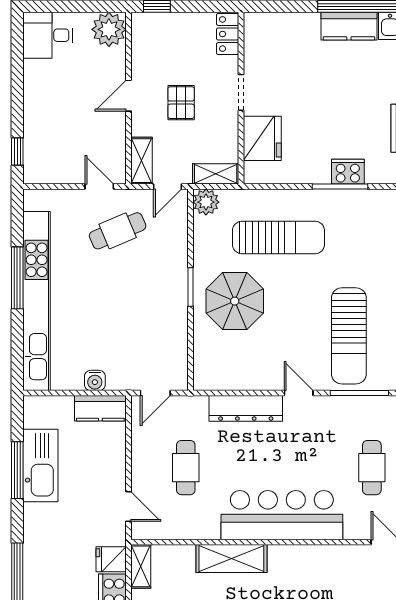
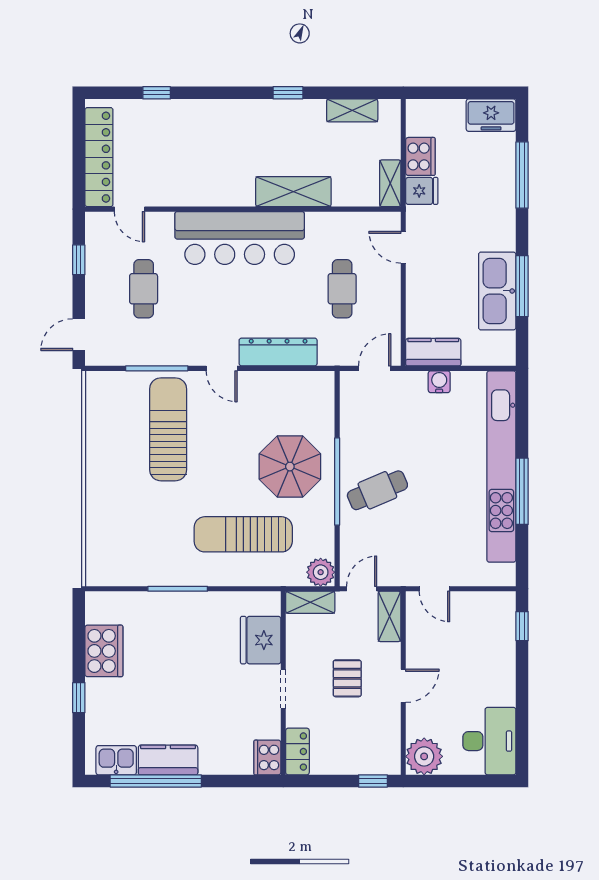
desk: (48, 35) -> (489, 741), width x1.37
cooker: (348, 172) -> (267, 757), moved, turned 90
cafe table: (118, 231) -> (377, 490), moved
window: (190, 287) -> (337, 482), width x2.11

